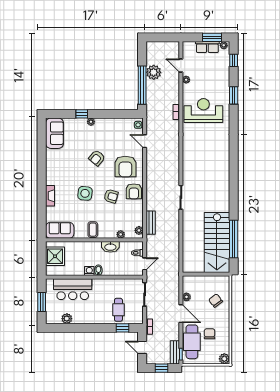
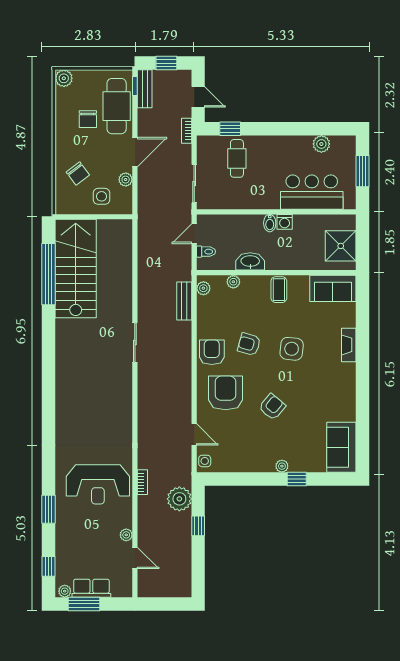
plant: (154, 72) -> (179, 499), moved
window: (142, 85) -> (198, 526), width x0.32
side table: (201, 287) -> (102, 196), added
door: (181, 314) -> (135, 152), swing flipped

